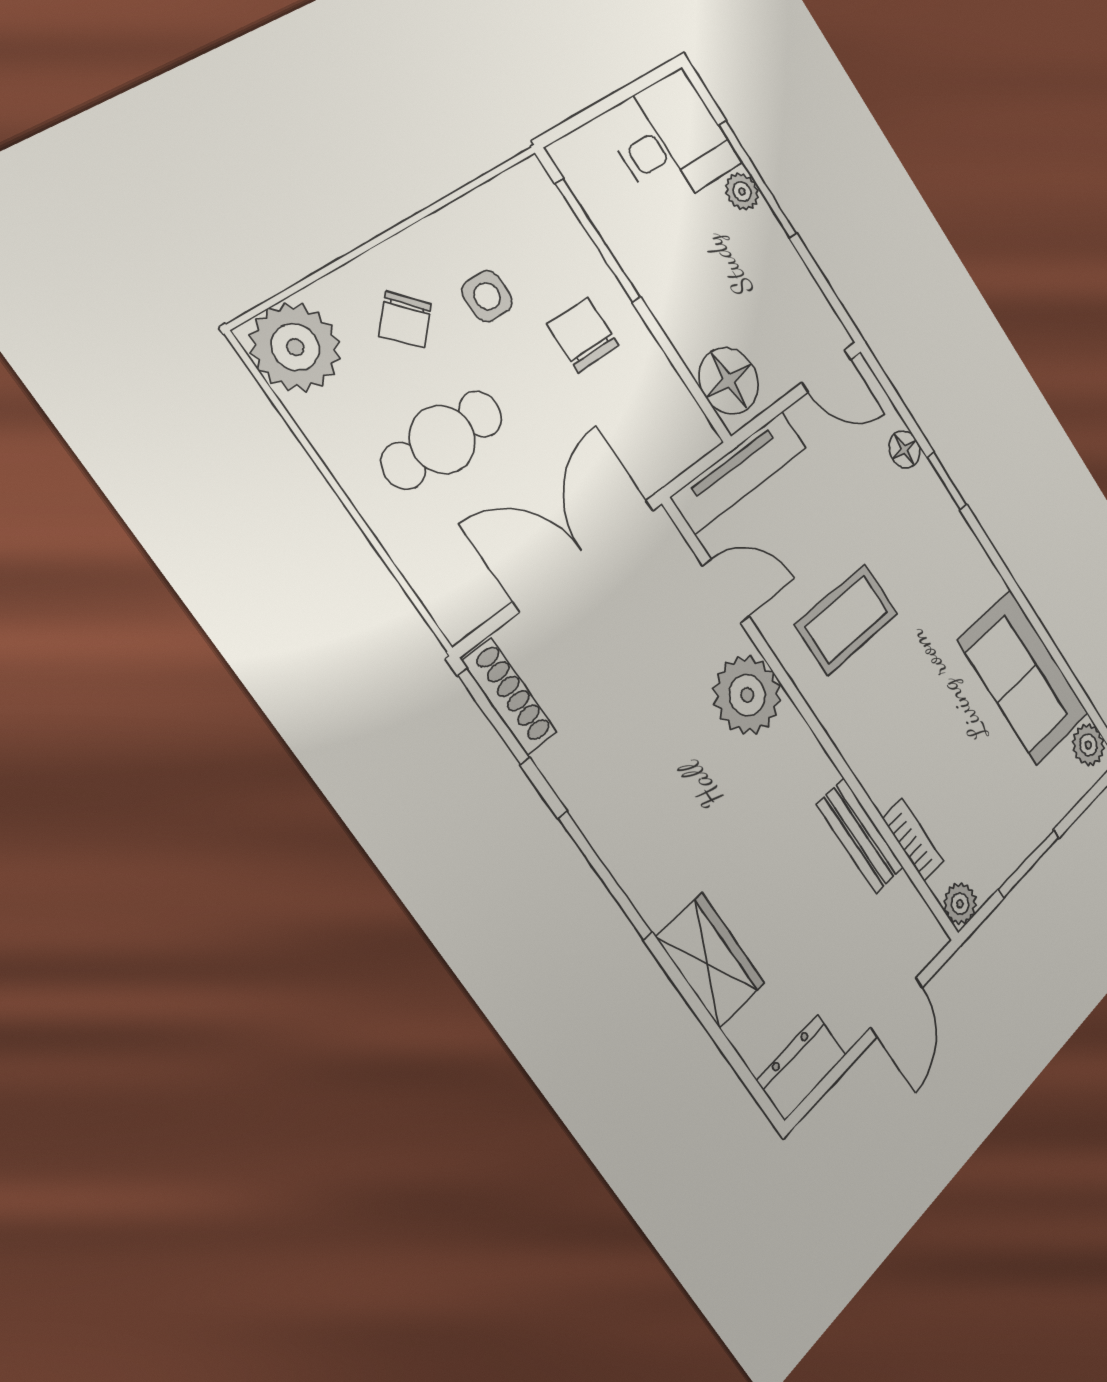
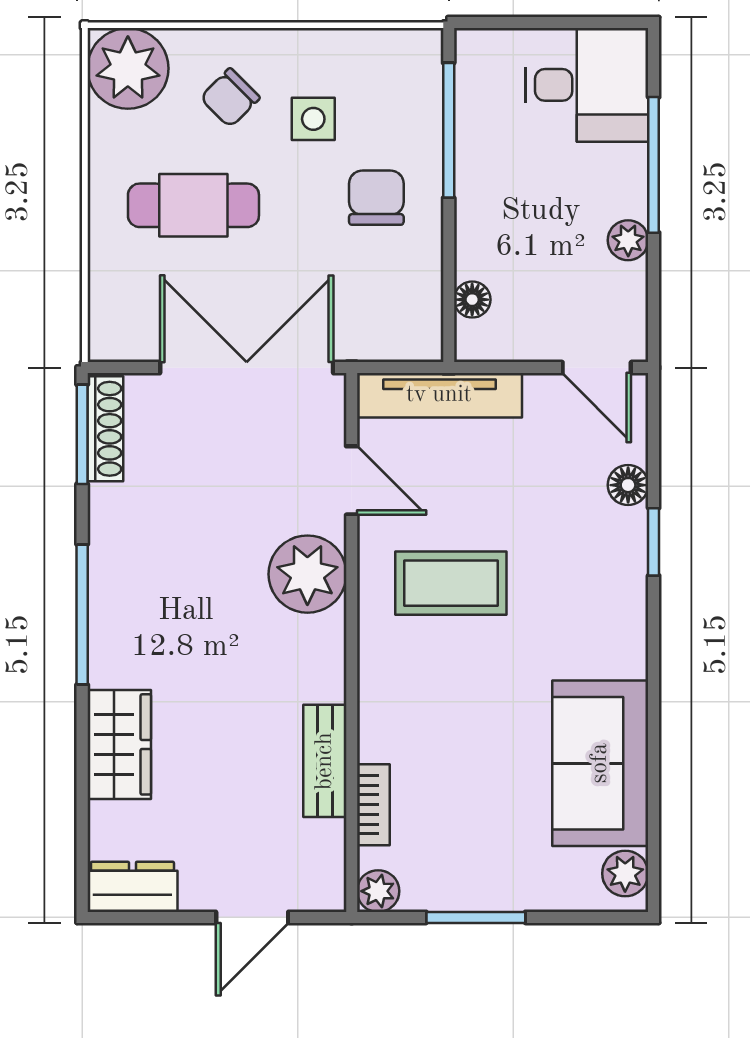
plant: (742, 192) -> (628, 240), moved
floor lamp: (729, 381) -> (472, 300), width x0.53, depth x0.53

